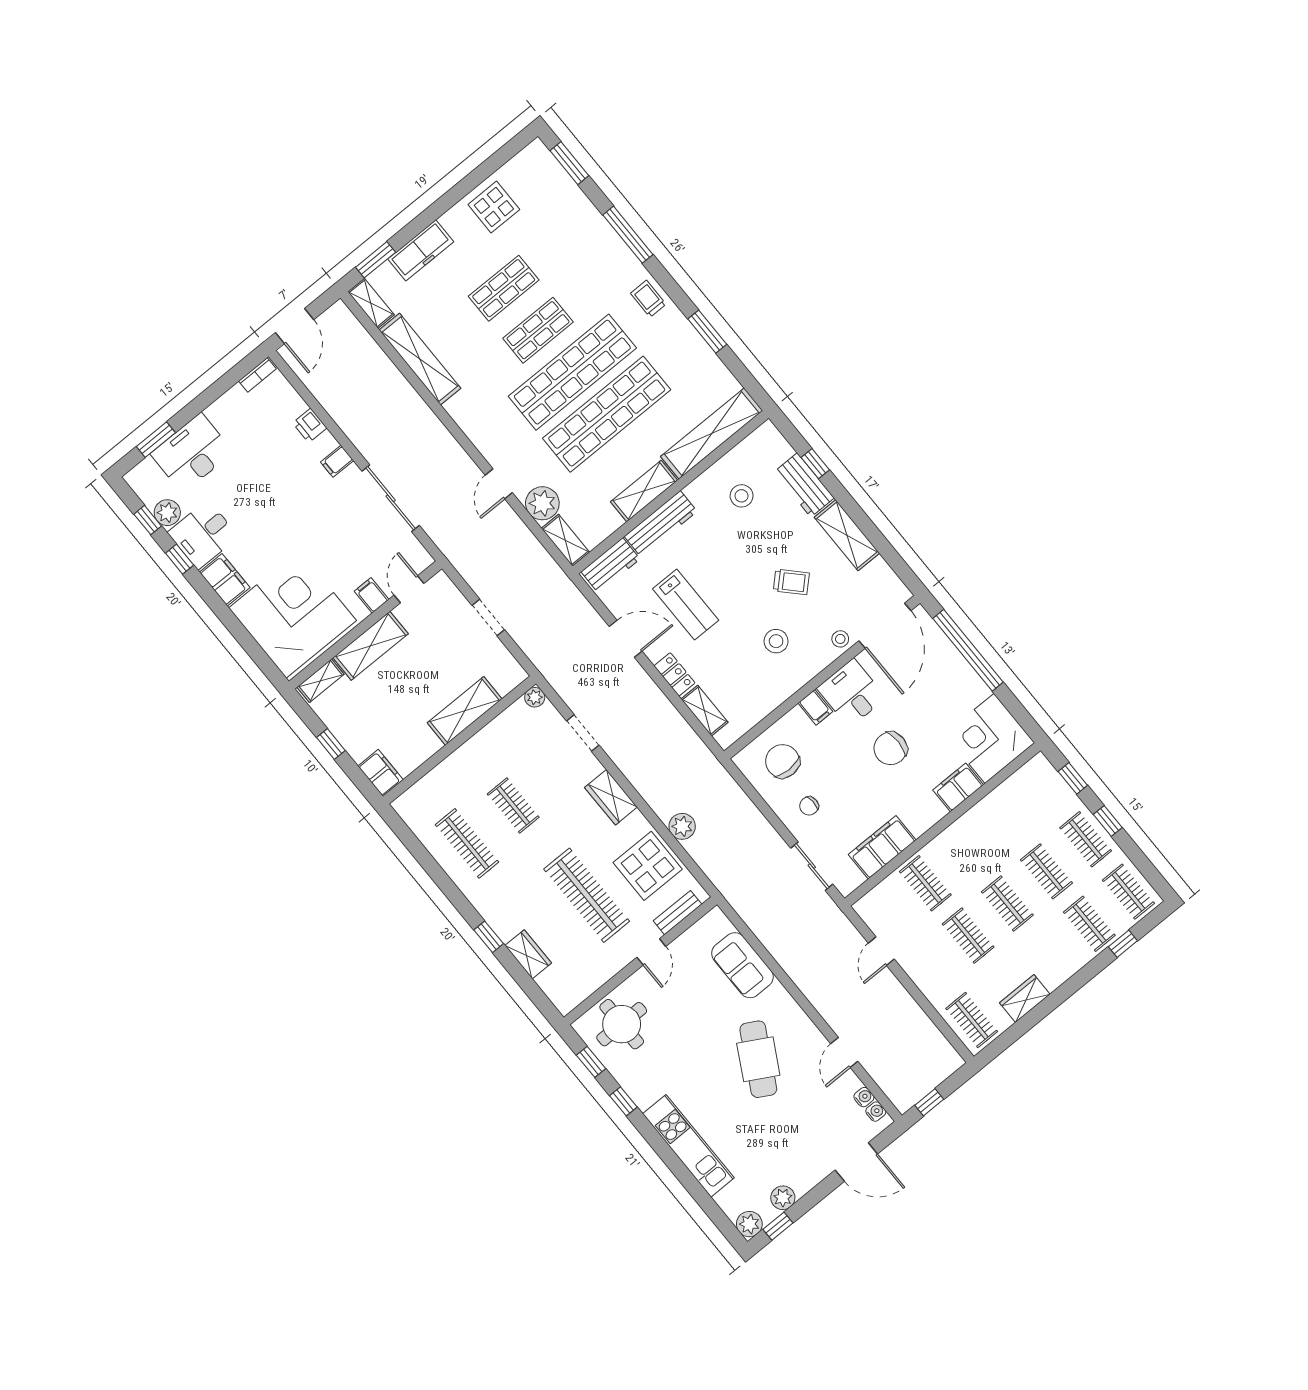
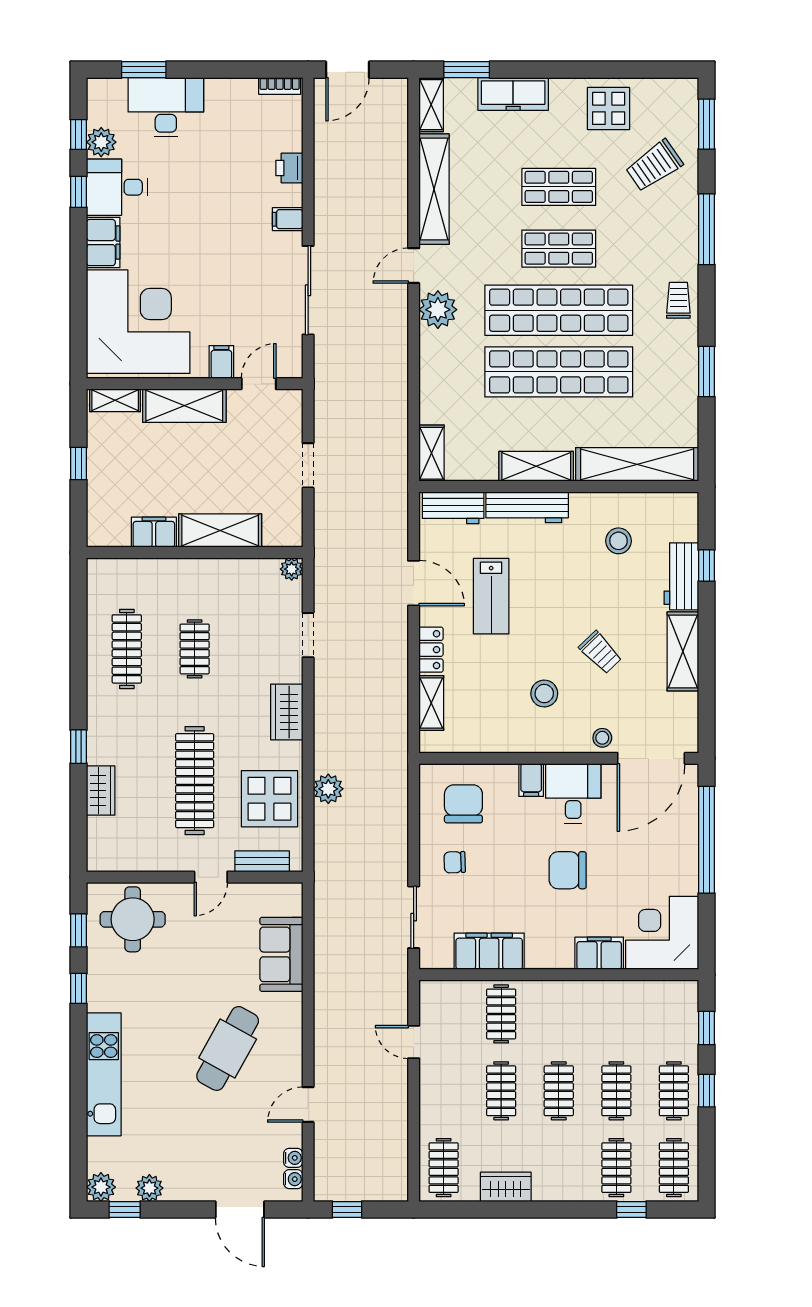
trolley: (557, 221) -> (654, 166), added
door: (499, 484) -> (414, 266), moved
plant: (542, 503) -> (438, 310), moved
filing cabinet: (381, 773) -> (154, 532), moved, turned -90
door: (881, 951) -> (414, 1042), hinge flipped

